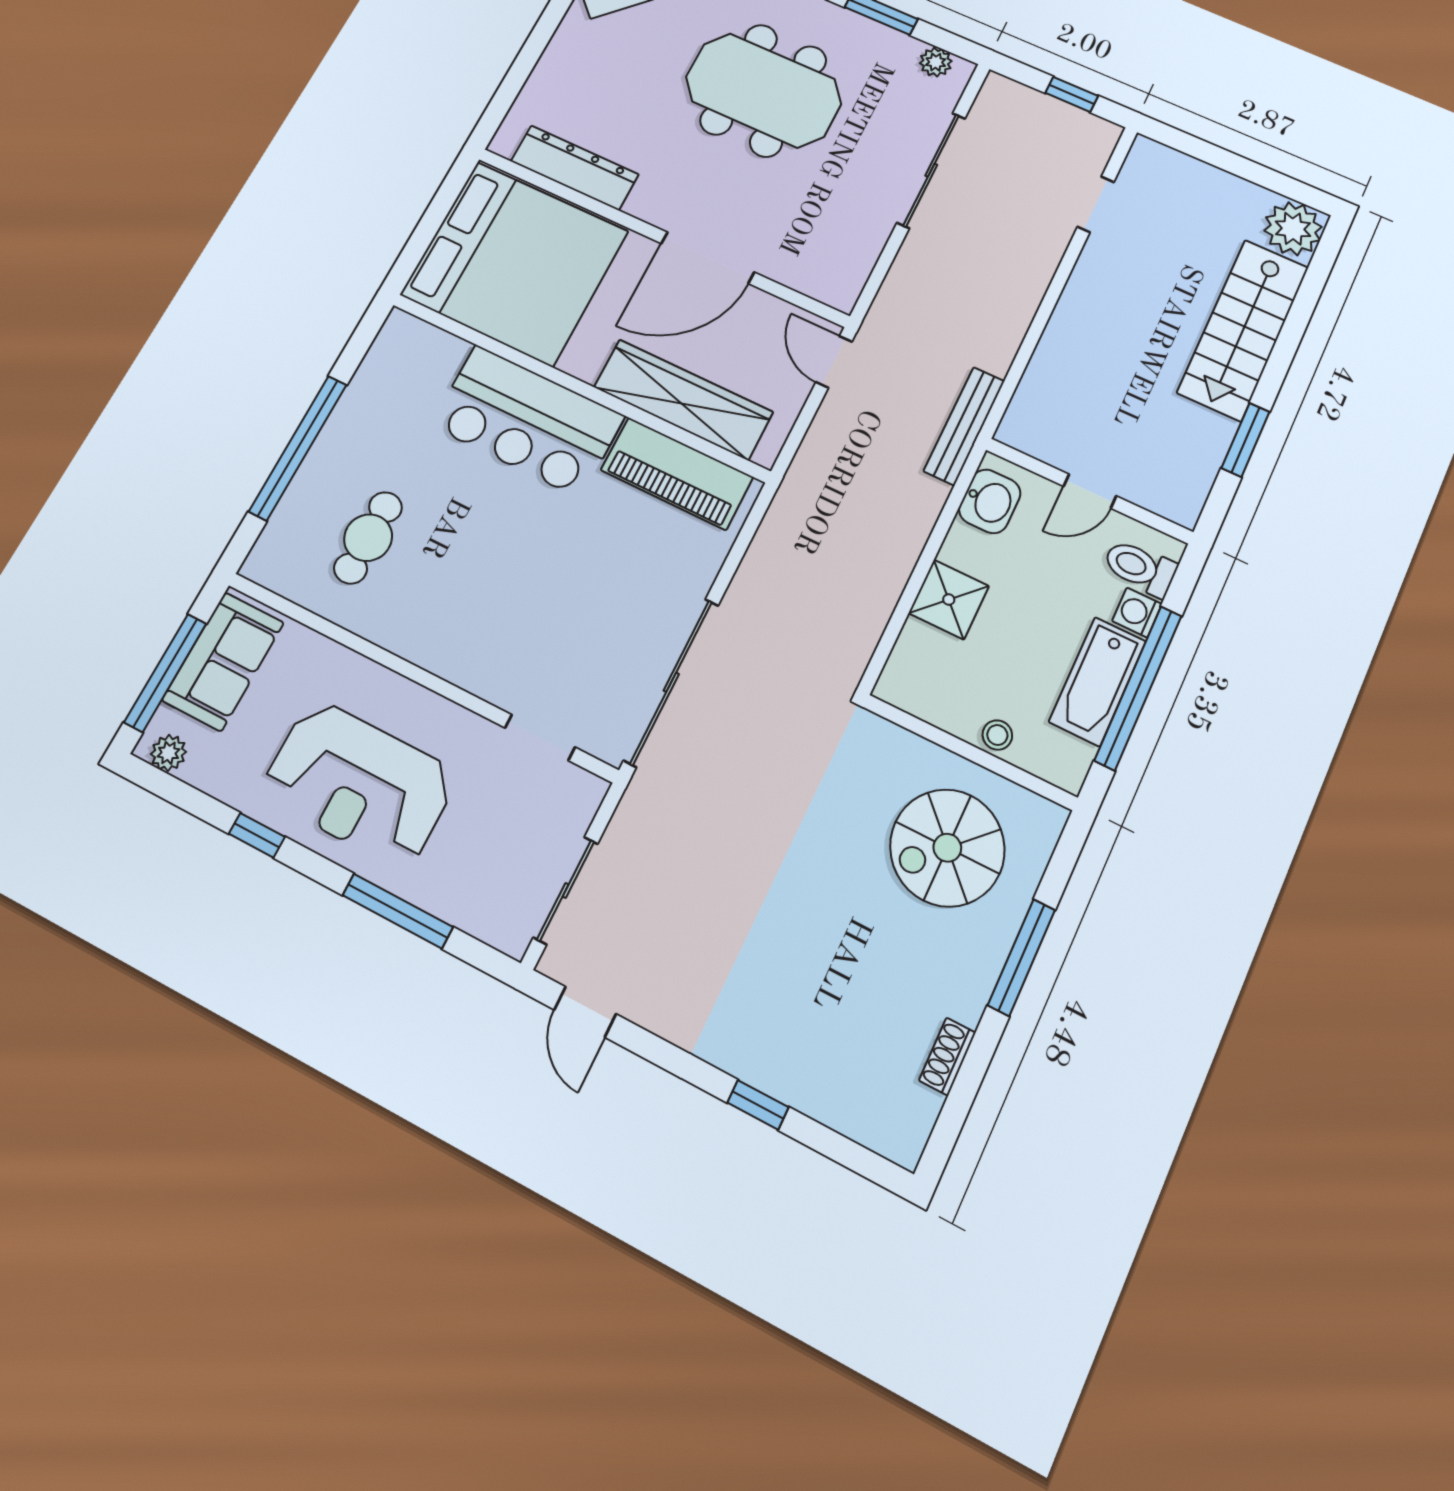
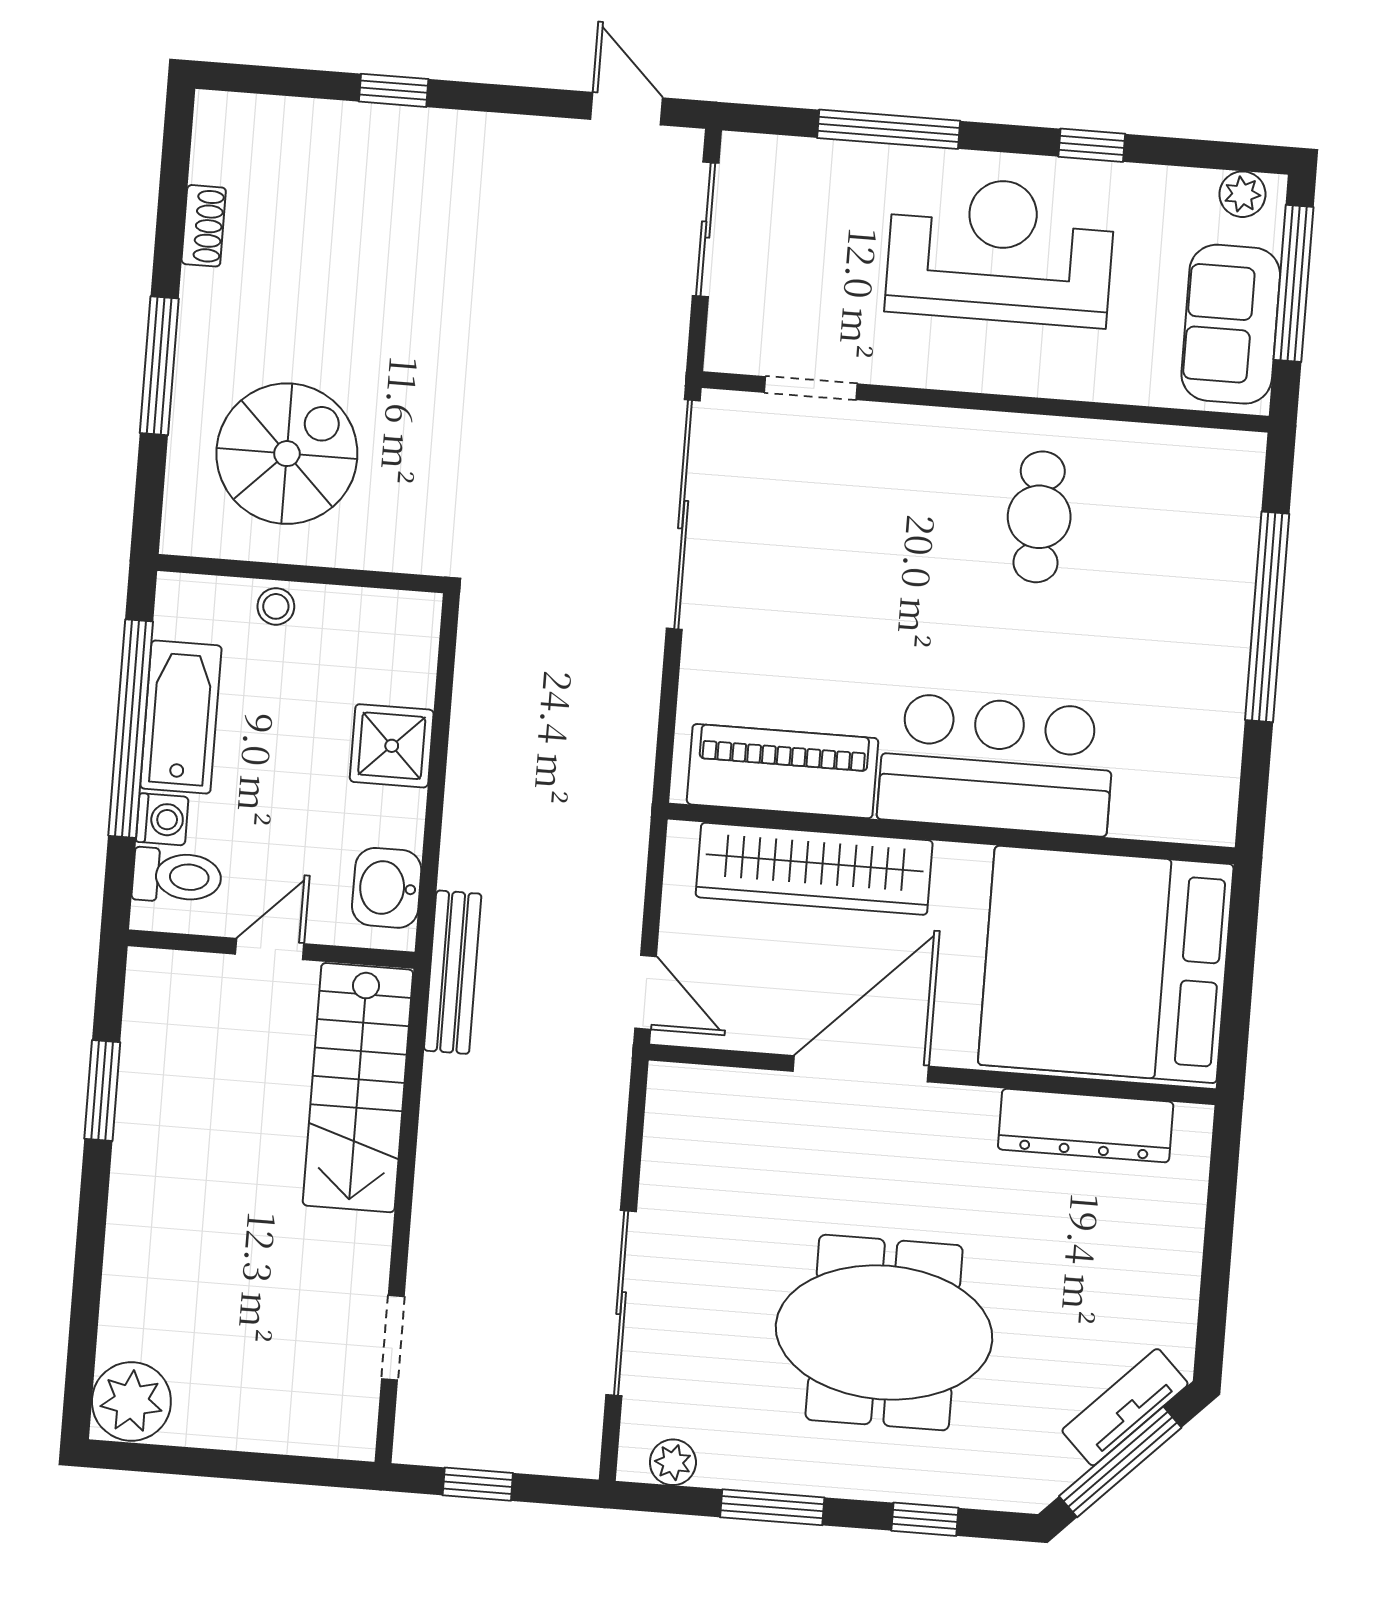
stairs: (1243, 330) -> (358, 1088), moved, turned 180
cafe table: (368, 538) -> (1039, 517), moved

